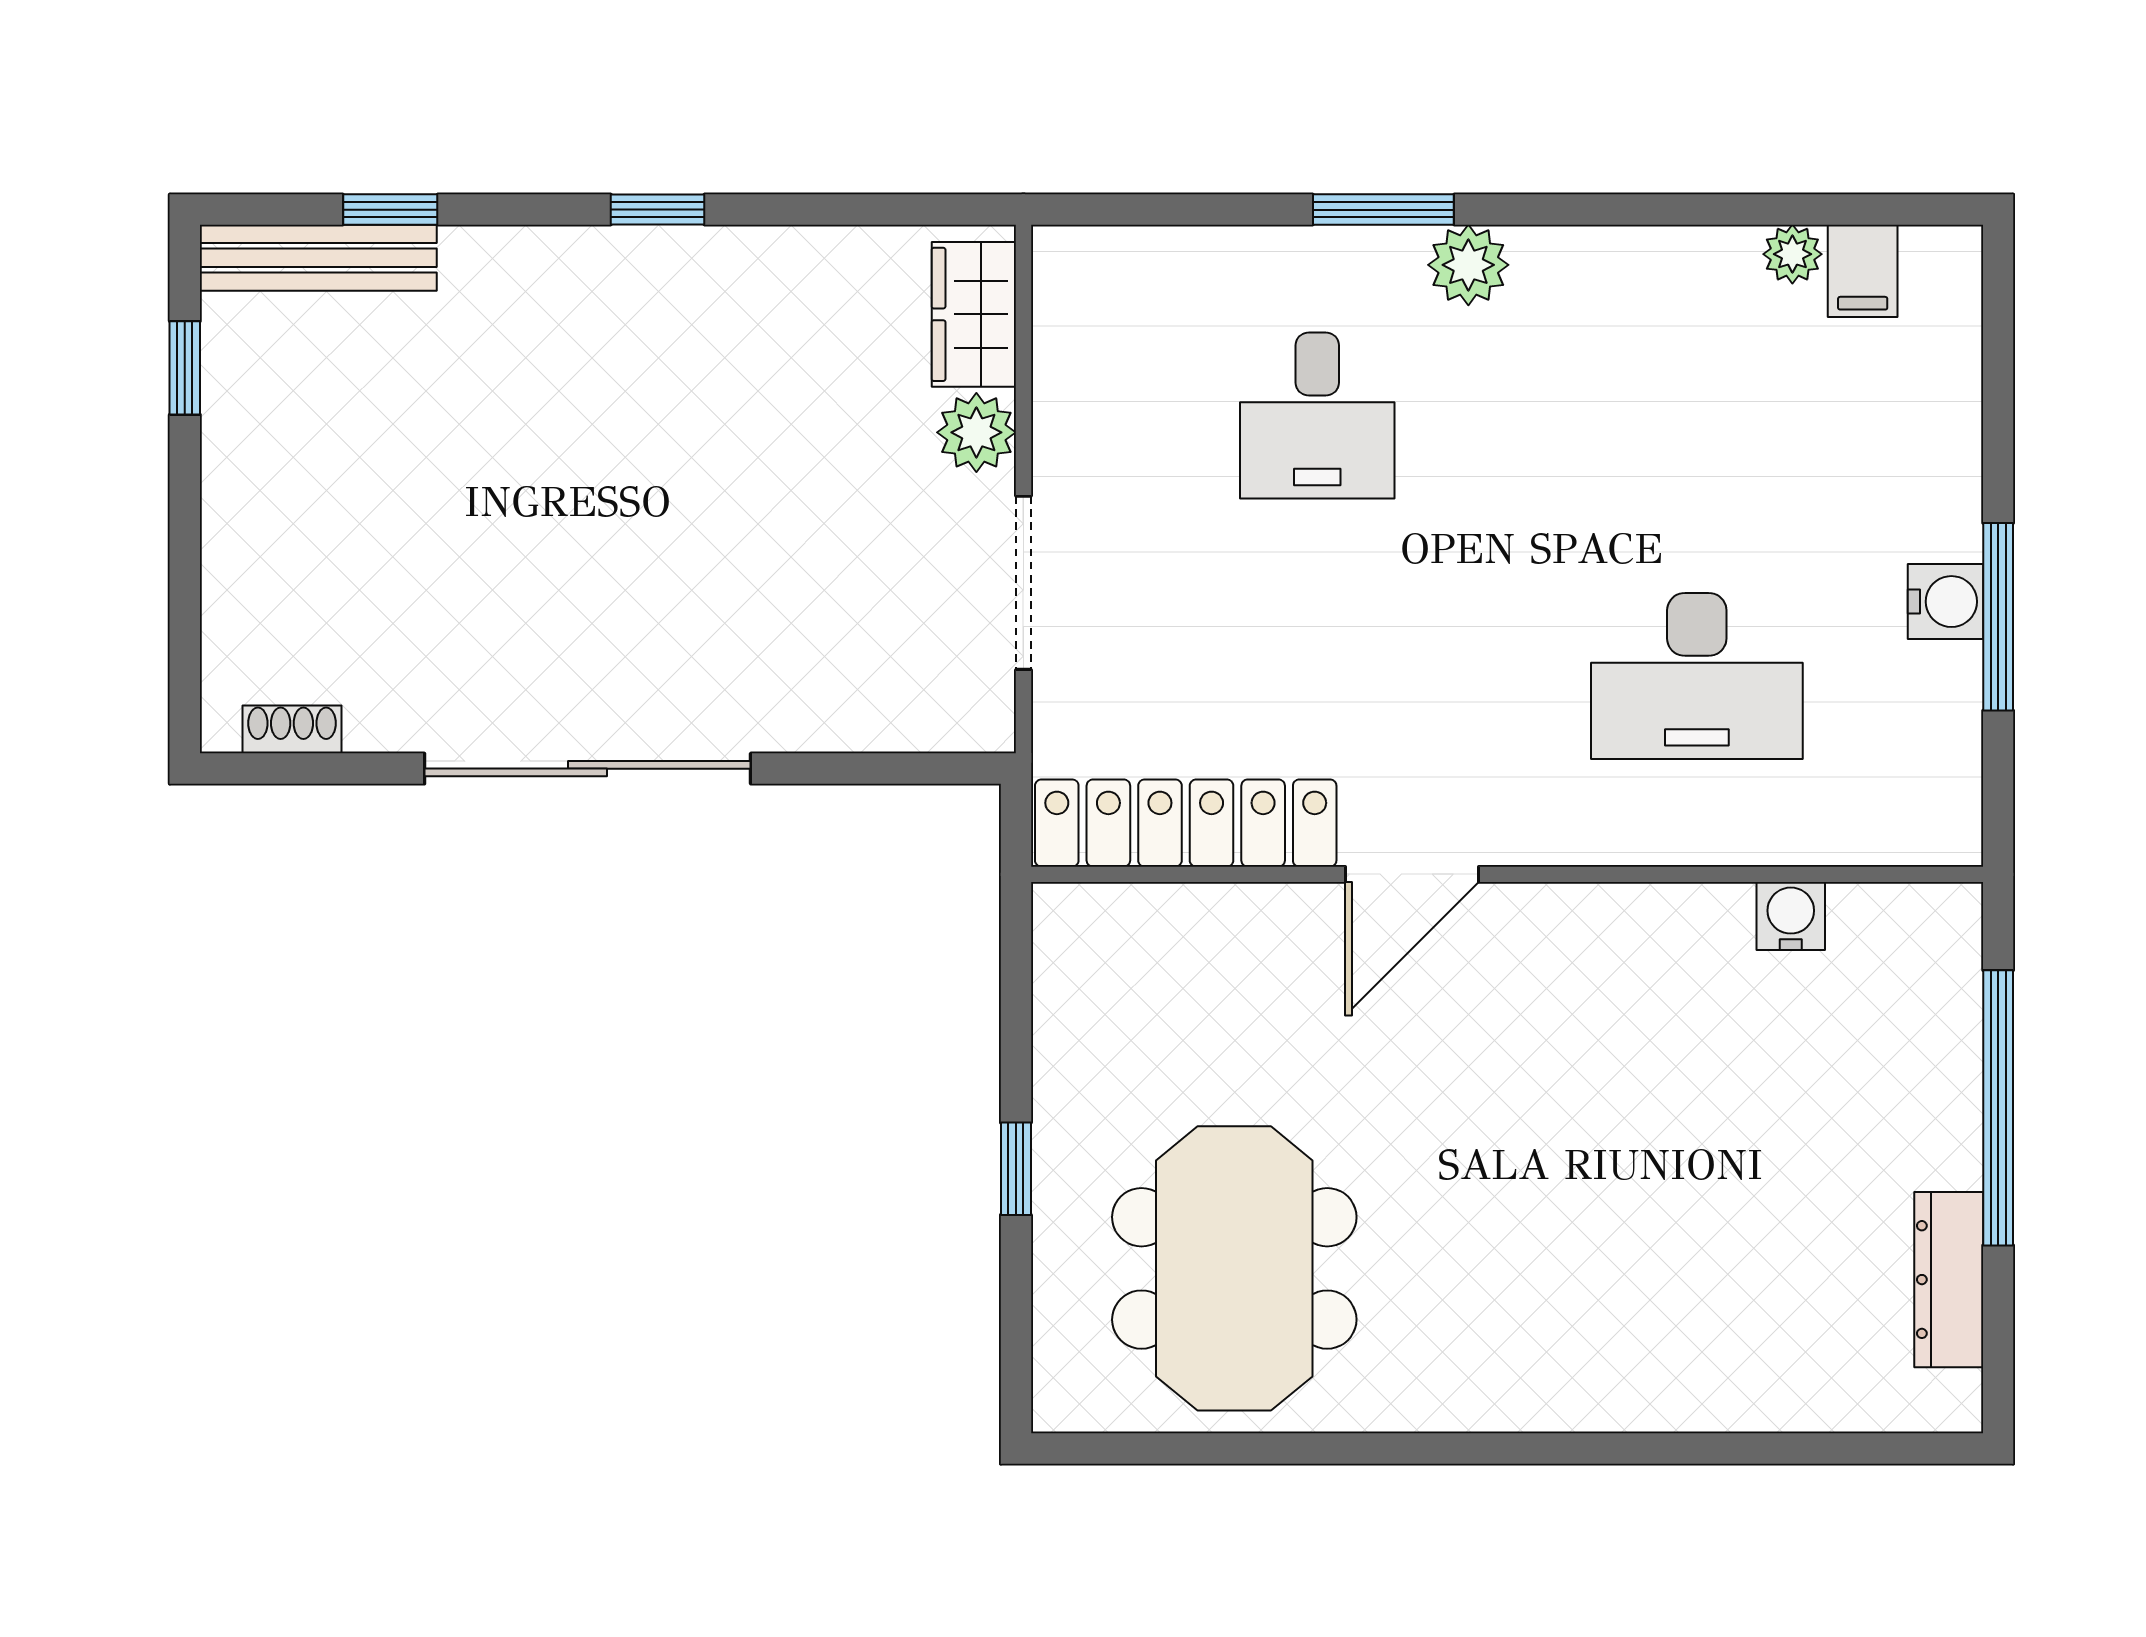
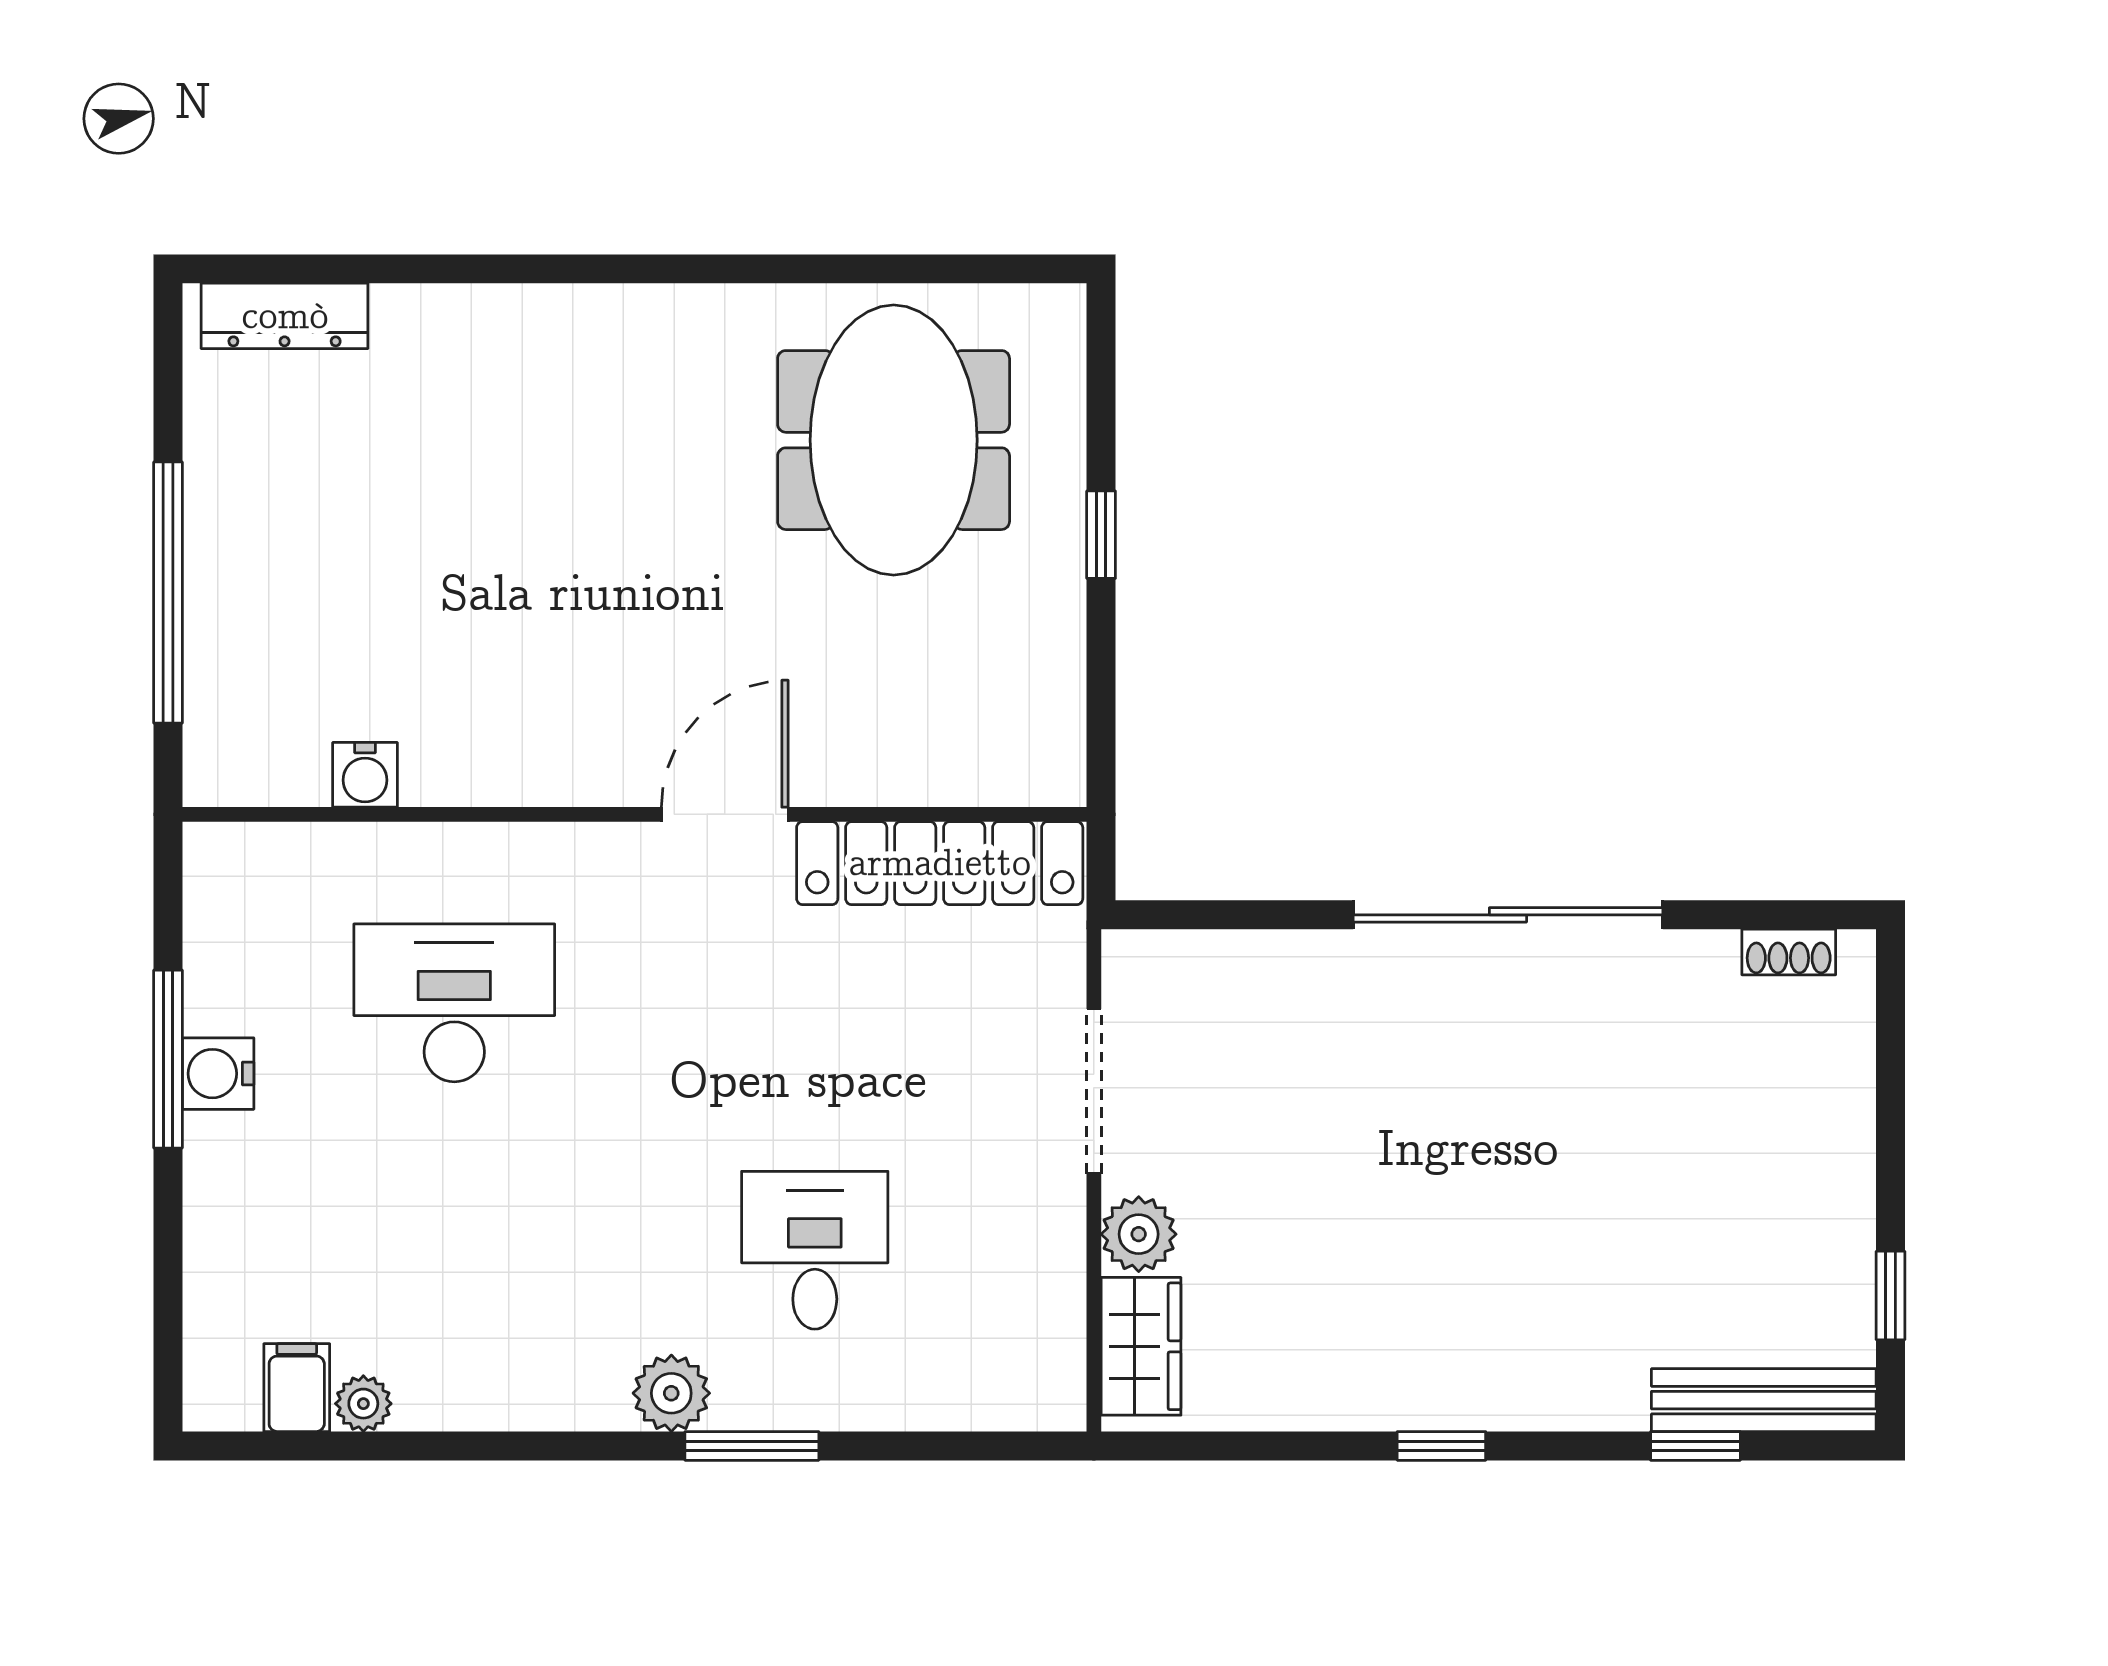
dresser: (1949, 1280) -> (285, 316), moved, turned 90

